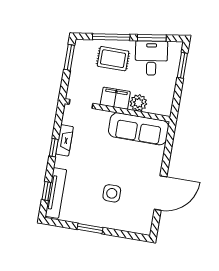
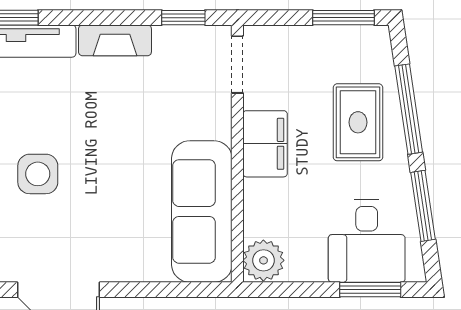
desk: (151, 58) -> (367, 241), moved, turned 98
plant: (138, 103) -> (263, 260), moved
fireplace: (65, 140) -> (115, 40), moved
window: (54, 148) -> (183, 18), moved

